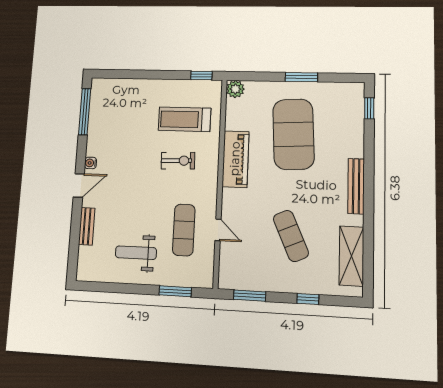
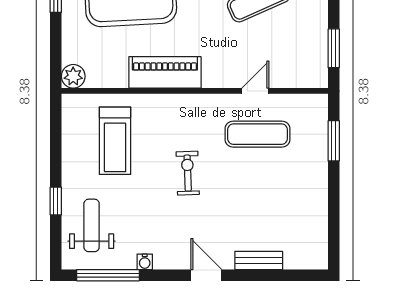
window: (201, 75) -> (56, 201), moved
exercise bike: (178, 161) -> (188, 173), moved
water cooler: (91, 163) -> (145, 262), moved
weight bench: (136, 253) -> (92, 225), moved, turned 180

